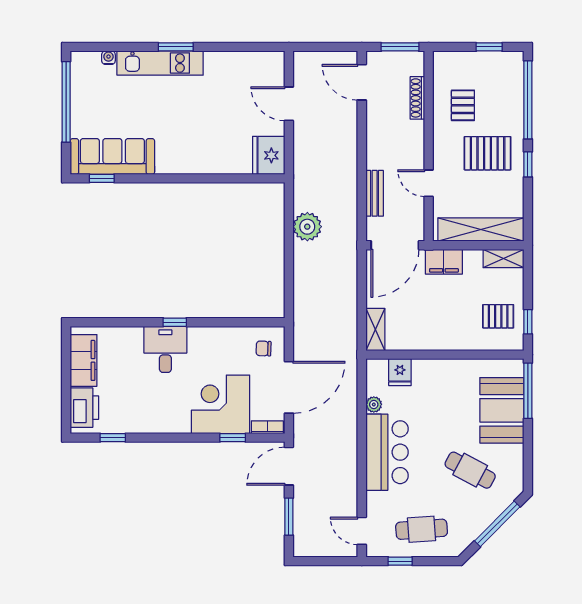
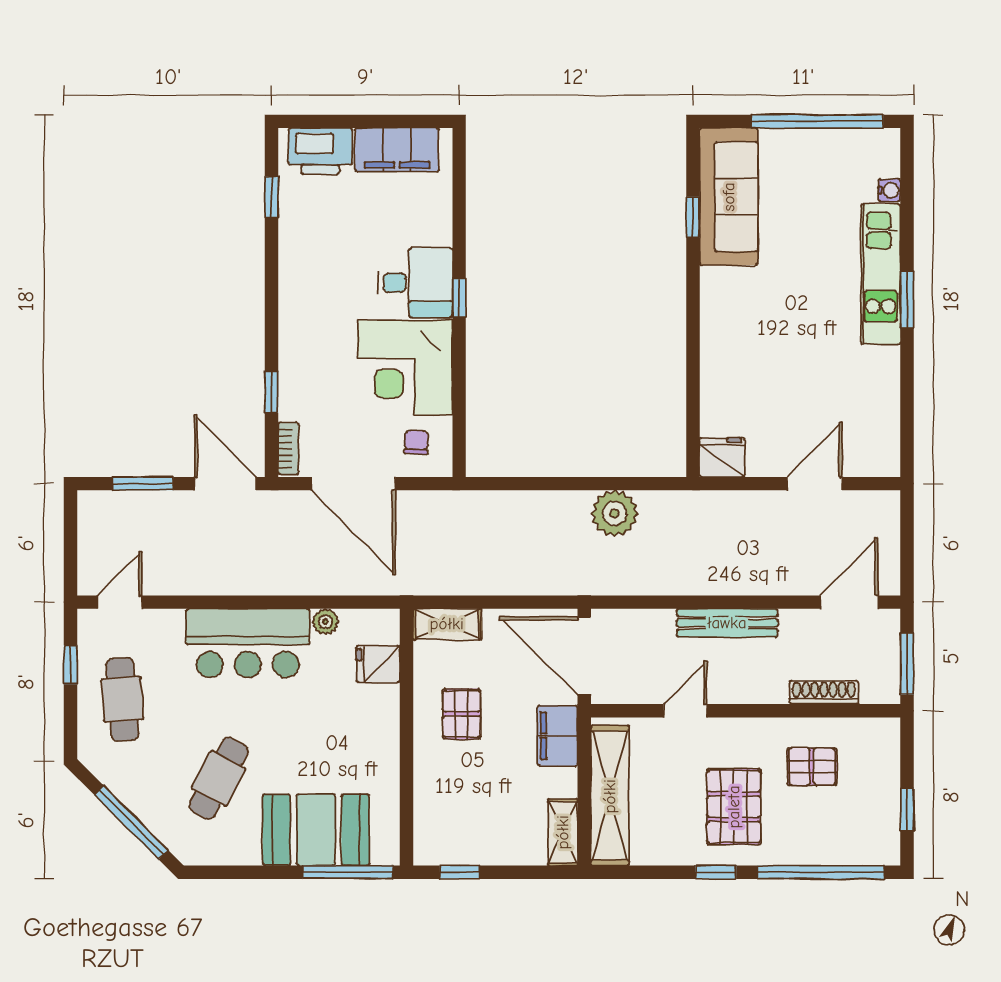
fridge: (269, 155) -> (722, 457), width x0.73, depth x0.75
window: (102, 178) -> (693, 217), moved
bench: (375, 193) -> (727, 623), moved, width x1.36
pallet: (498, 316) -> (462, 714), moved
corner desk: (221, 404) -> (405, 368), moved, turned 180

